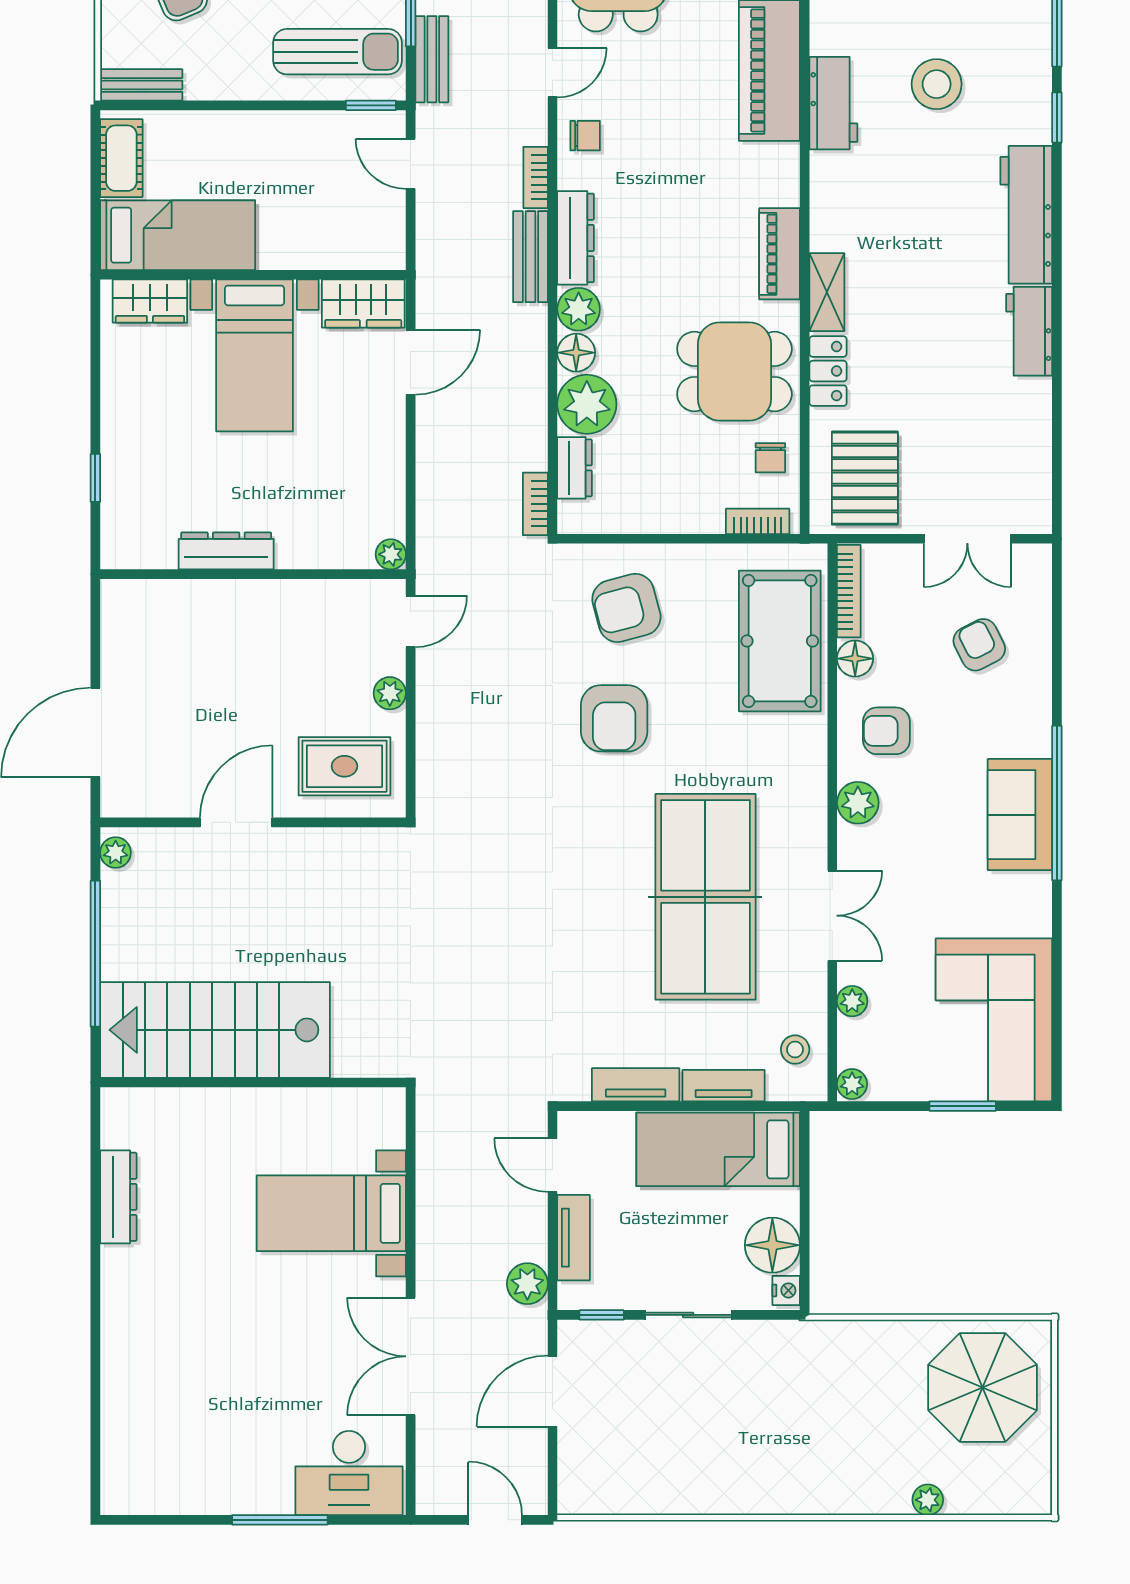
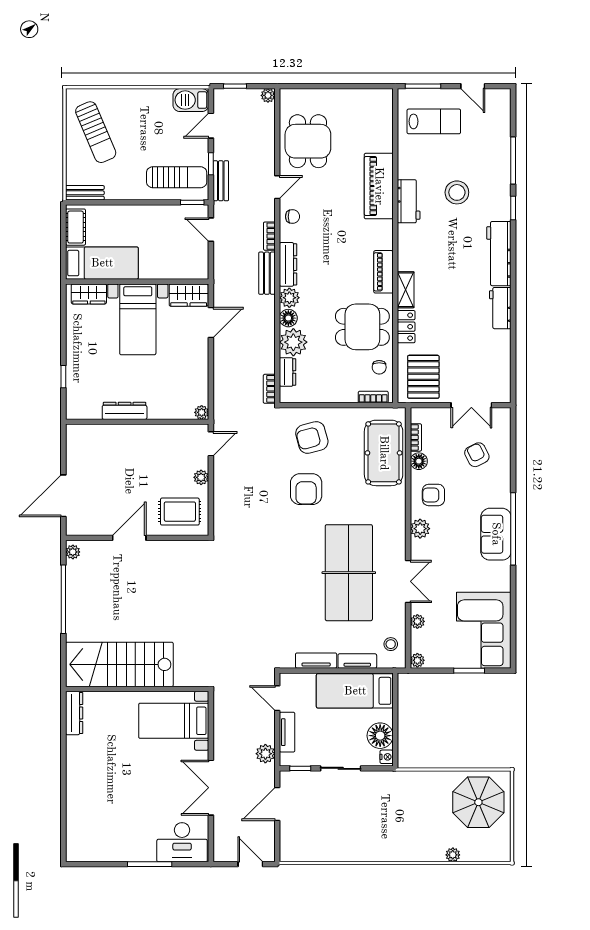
bookcase: (849, 591) -> (416, 437), width x0.64
stairs: (215, 1030) -> (119, 664), moved
wall: (253, 1082) -> (137, 689), moved

